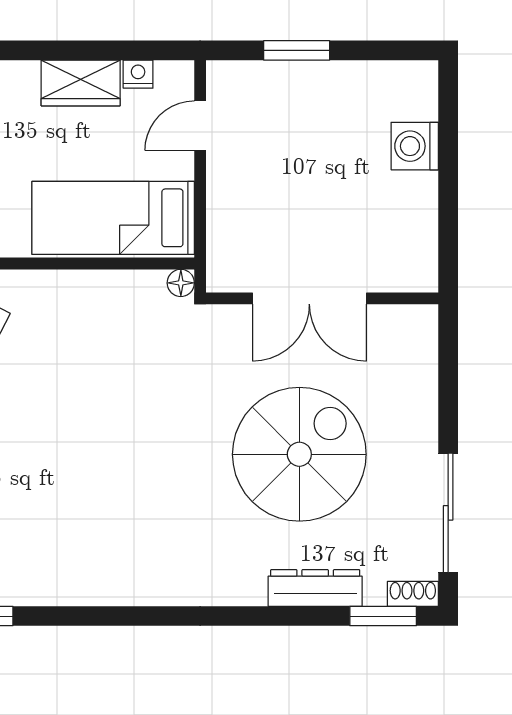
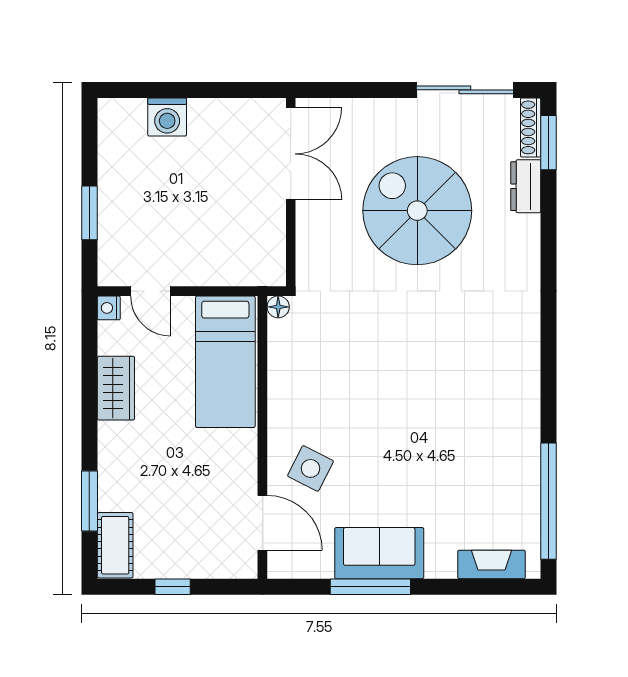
nightstand: (138, 74) -> (109, 308), moved
double door: (309, 298) -> (291, 154), moved
dresser: (315, 588) -> (526, 186), width x0.70
shoe rack: (413, 594) -> (531, 127), width x1.43

